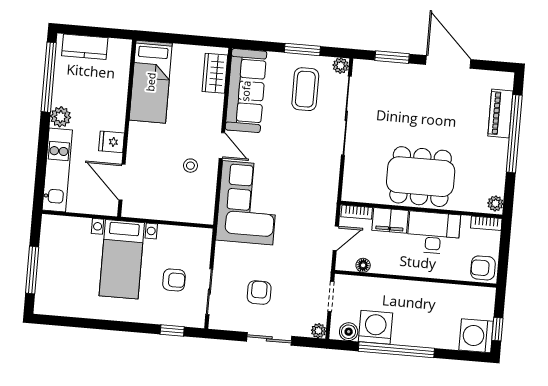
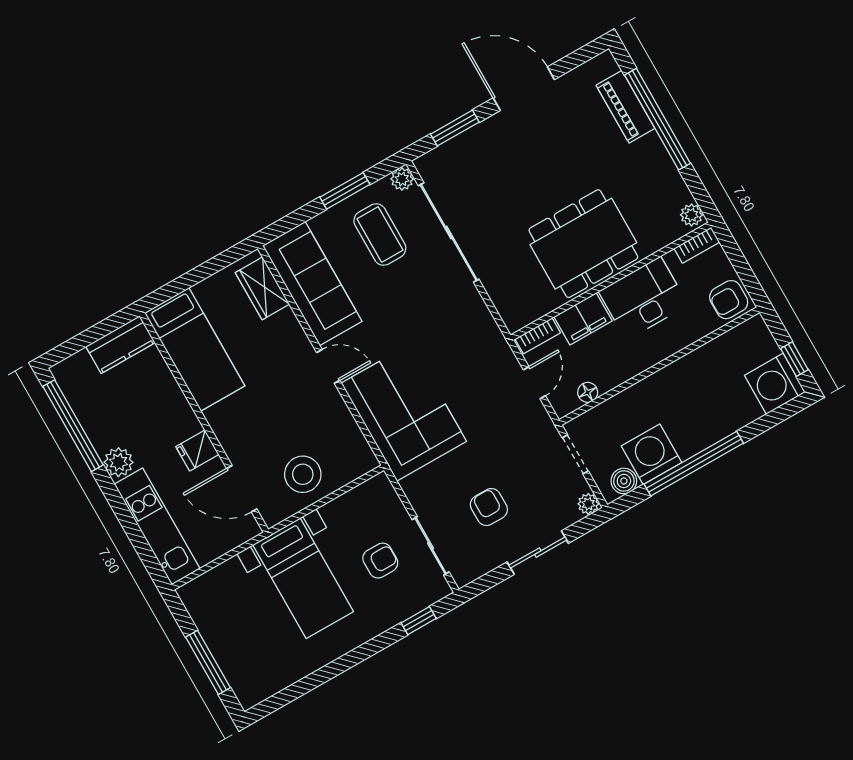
kitchen counter: (85, 47) -> (120, 345), moved
stool: (190, 166) -> (303, 474), moved, width x1.89, depth x1.89

